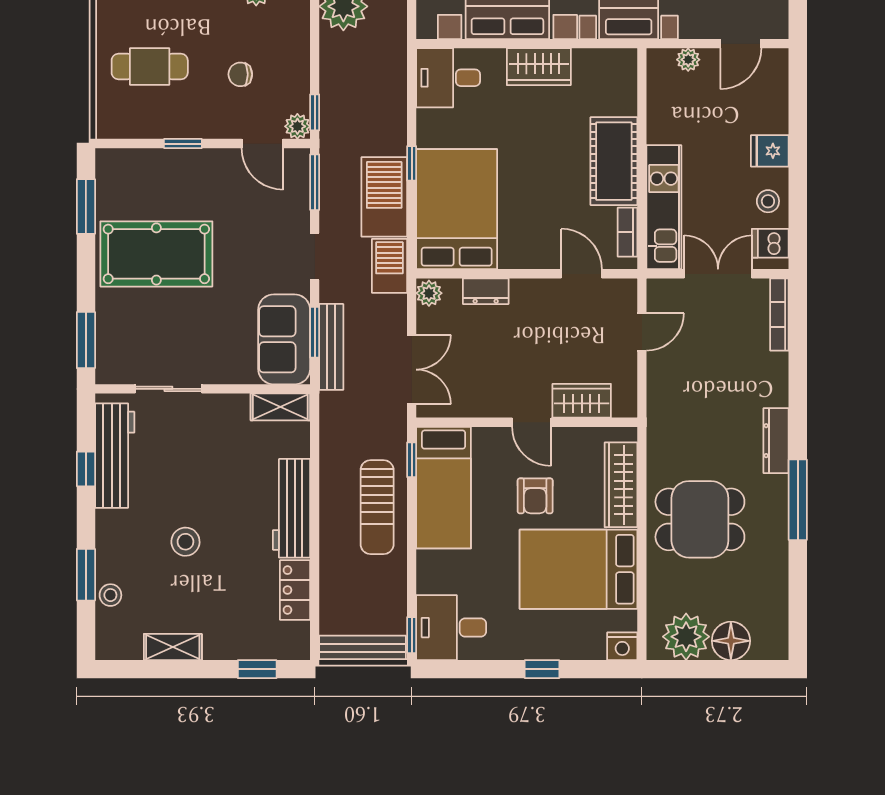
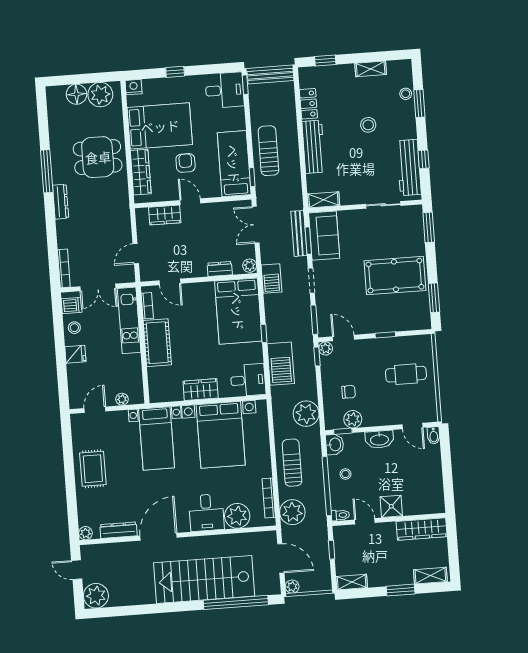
chair: (240, 74) -> (349, 392), moved
barbecue: (384, 197) -> (281, 364), moved

